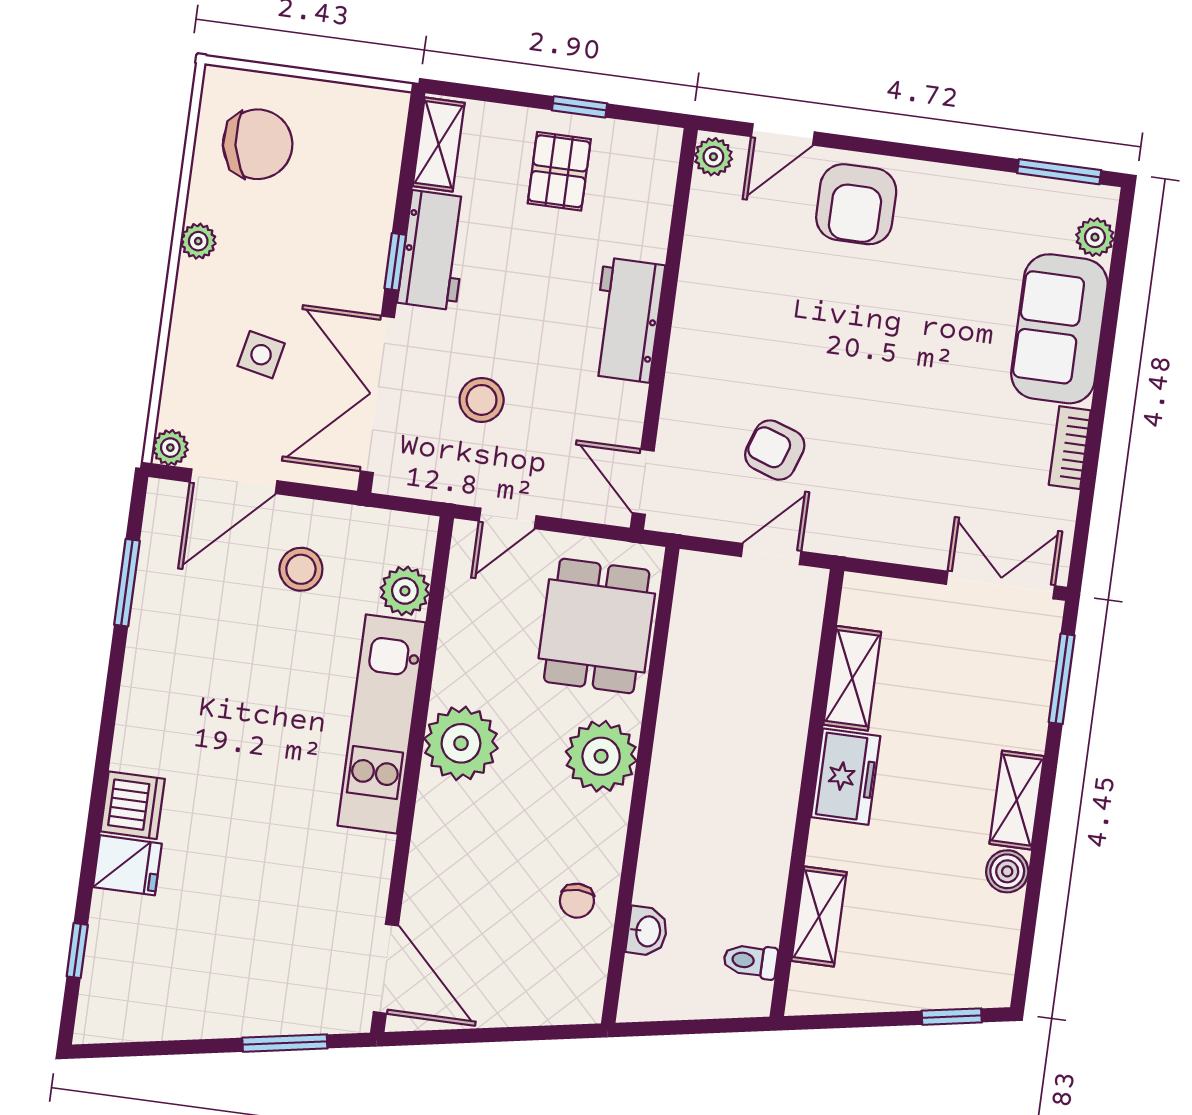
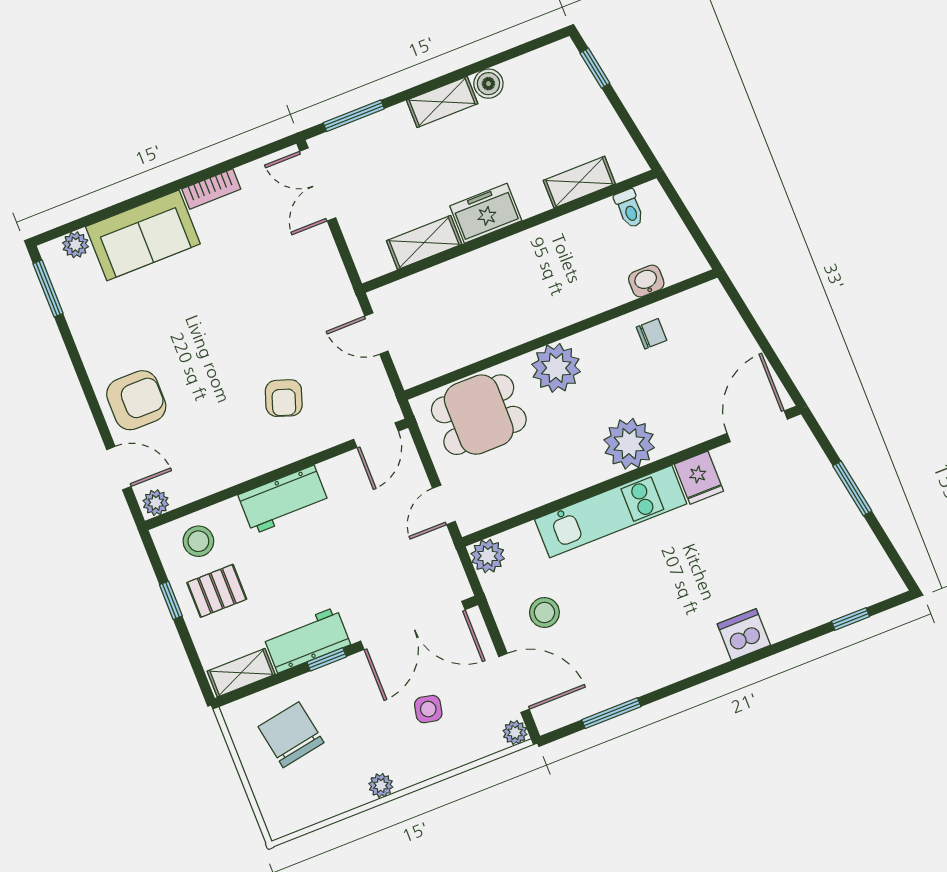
chair: (258, 144) -> (291, 735), moved
stool: (482, 400) -> (198, 541), moved
armchair: (775, 450) -> (284, 398), moved
door: (508, 518) -> (444, 505), swing flipped
plant: (405, 591) -> (488, 556), moved
plant: (461, 743) -> (629, 444), moved
fridge: (127, 865) -> (699, 478), moved, turned 180
window: (285, 1043) -> (852, 488), moved

